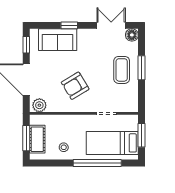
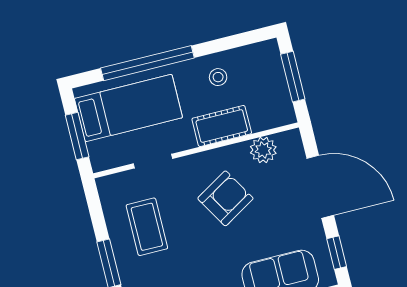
coffee table: (122, 70) -> (147, 227), moved
plant: (39, 105) -> (263, 150), moved
cot: (37, 139) -> (222, 126), moved, turned 90

